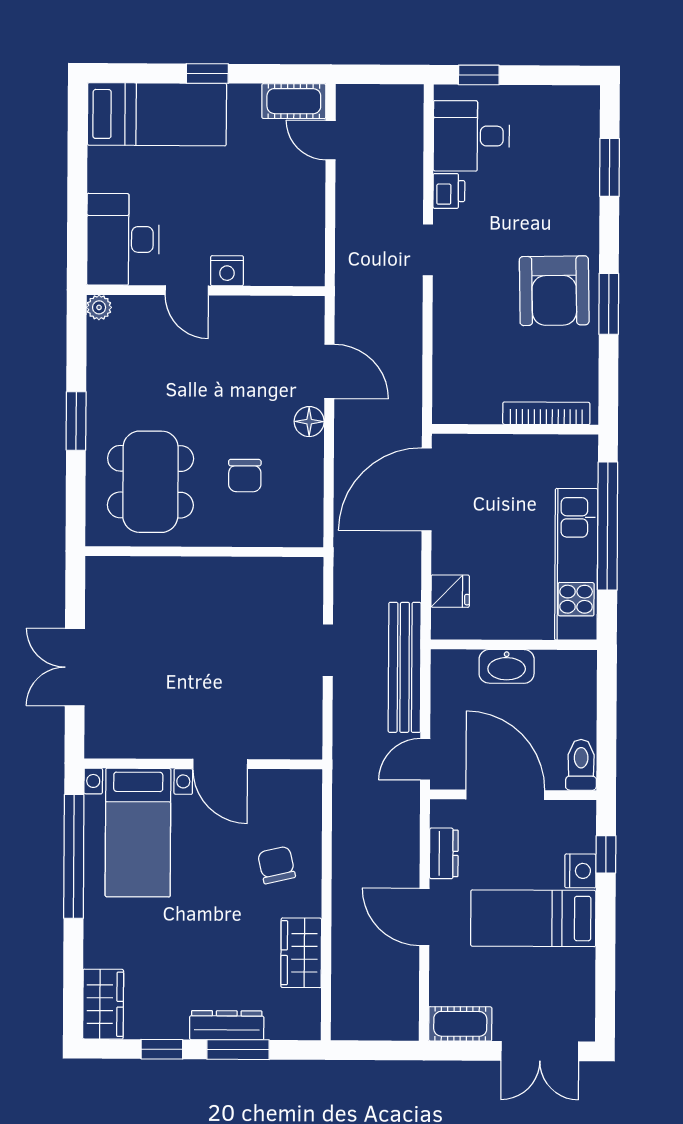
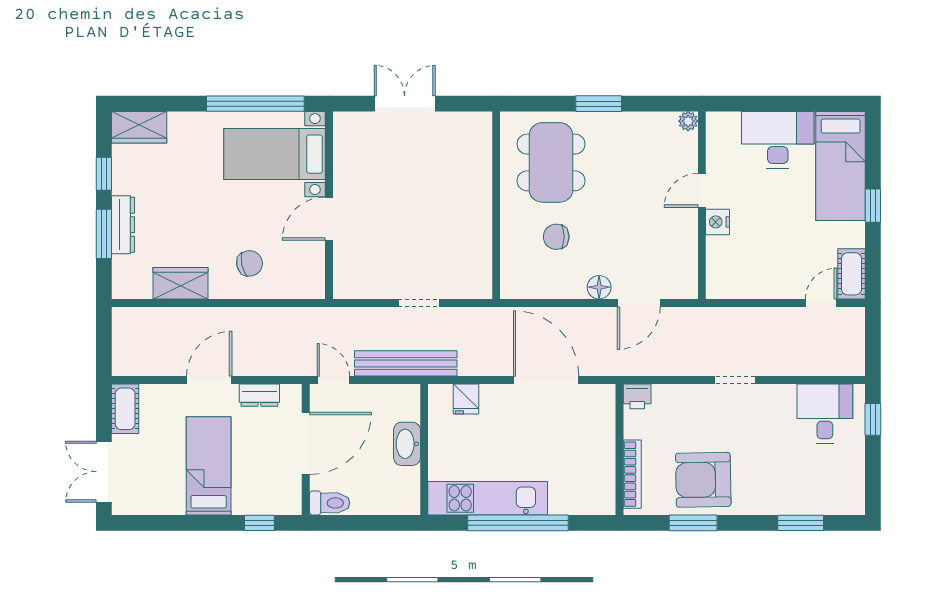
printer: (449, 191) -> (637, 396), moved
desk: (123, 239) -> (778, 140), moved
bookcase: (546, 413) -> (632, 474), moved
wall: (515, 429) -> (620, 450), moved
dining table: (150, 482) -> (551, 162), turned 90
nightstand: (580, 871) -> (246, 503), removed

